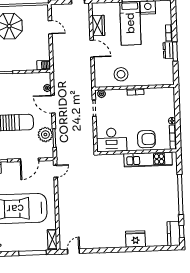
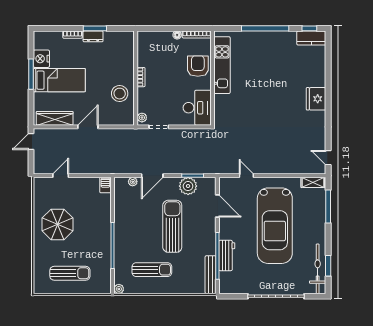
wardrobe: (98, 26) -> (55, 118), width x1.50
door: (55, 171) -> (246, 176), moved
fridge: (135, 239) -> (316, 99), moved

